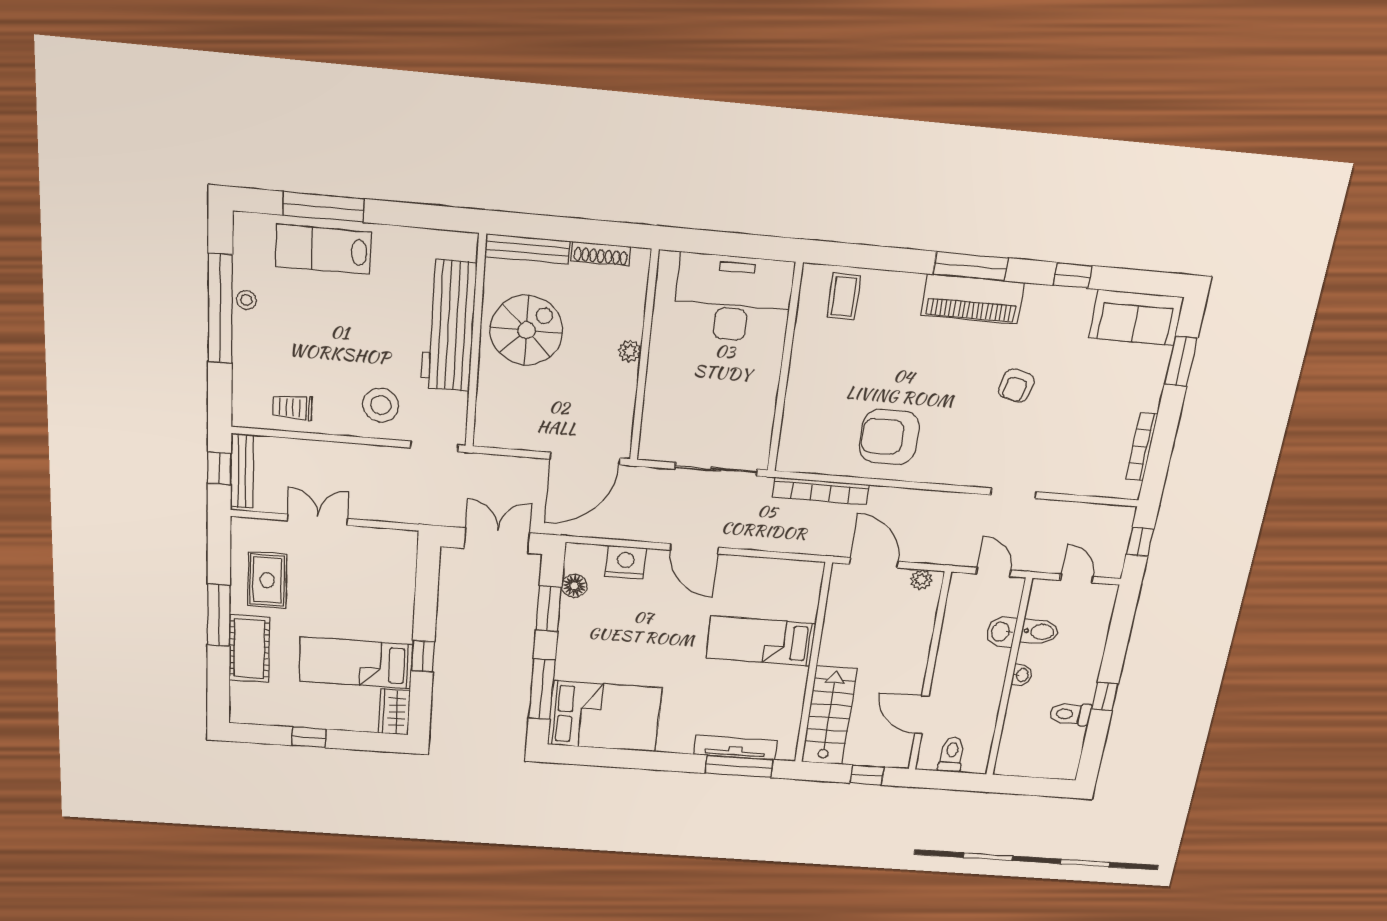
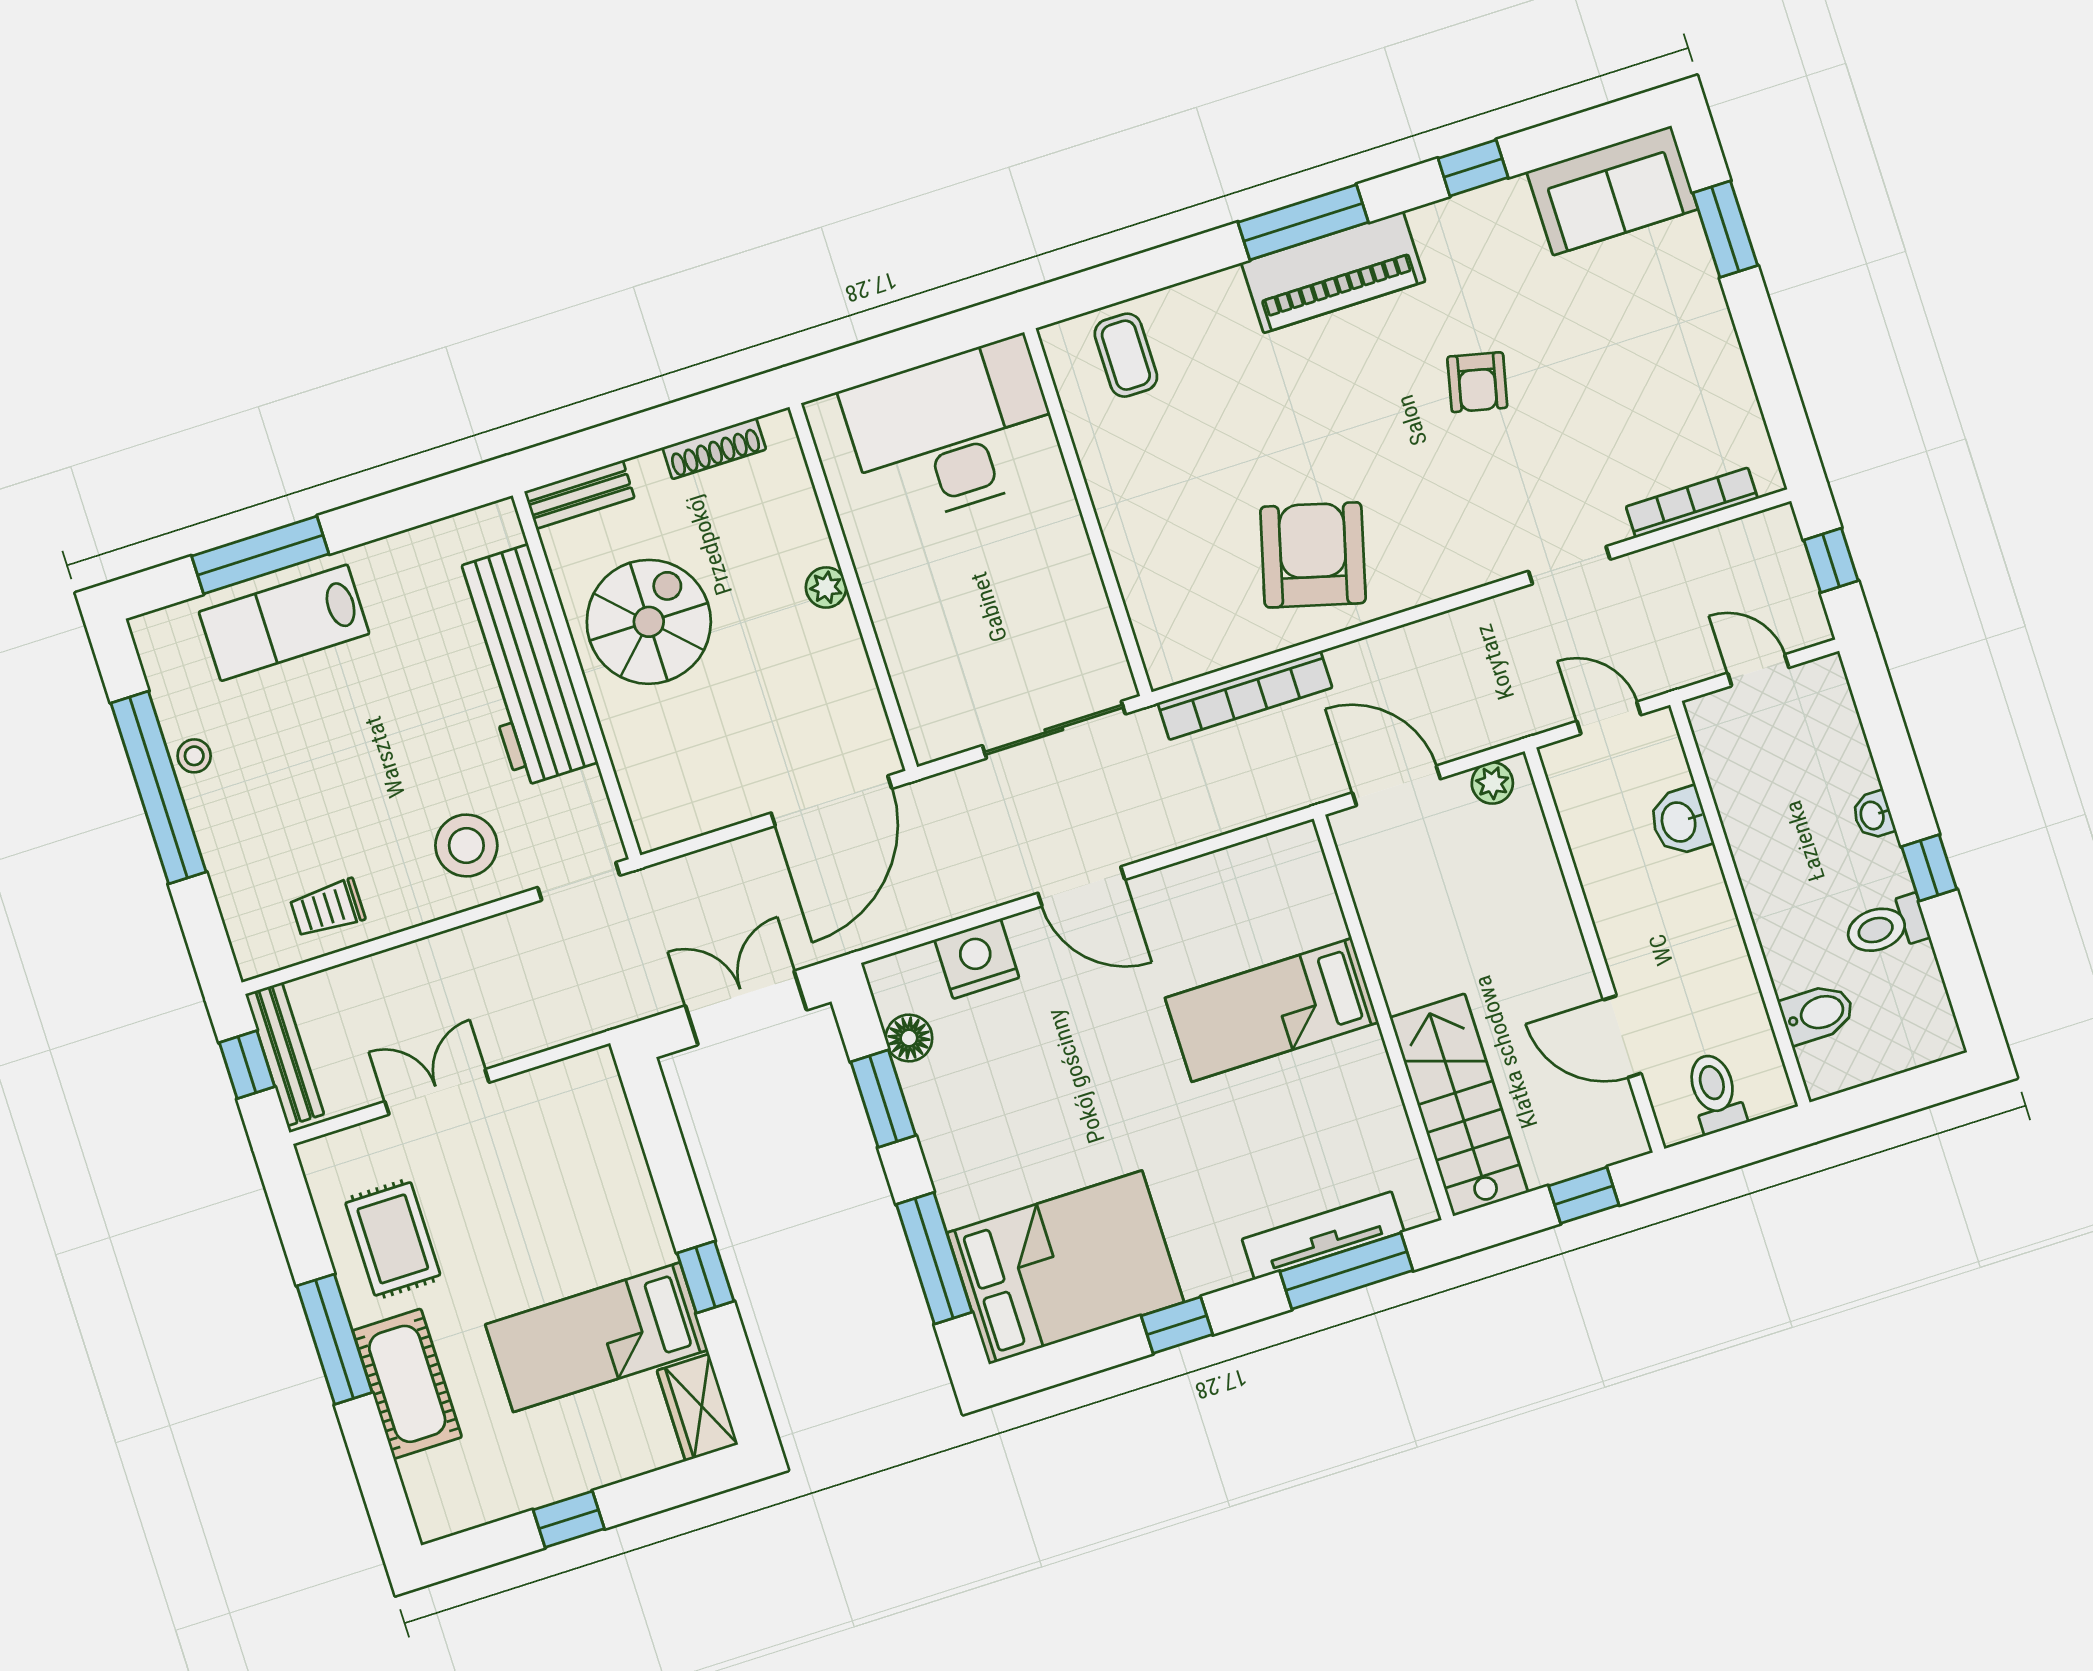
bench: (527, 249) -> (579, 495), width x0.73
armchair: (889, 437) -> (1313, 555), turned 105
bookcase: (1142, 447) -> (1692, 503), moved, turned 90
bidet: (1040, 632) -> (1817, 1014), moved
washbasin: (1022, 675) -> (1873, 815), moved, turned 180
window: (647, 760) -> (1177, 1325), added

